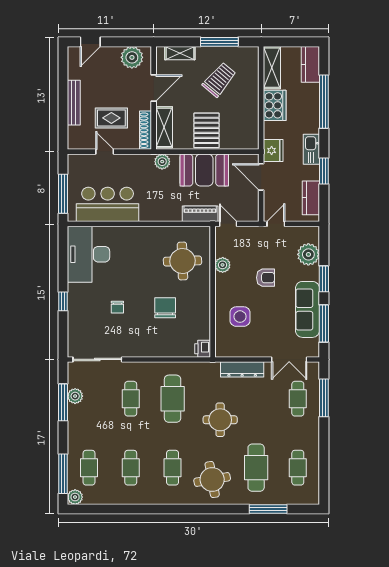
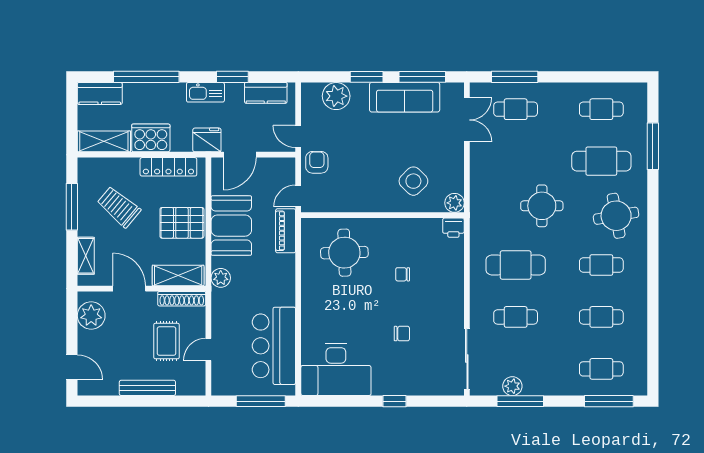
locker: (251, 120) -> (168, 167), added
plant: (223, 265) -> (454, 203), moved
armchair: (266, 278) -> (317, 162), moved
chair: (165, 308) -> (403, 274), width x0.54, depth x0.54
side table: (240, 317) -> (413, 181), turned 45
dresser: (242, 369) -> (479, 178), removed
plant: (75, 497) -> (638, 386), removed

